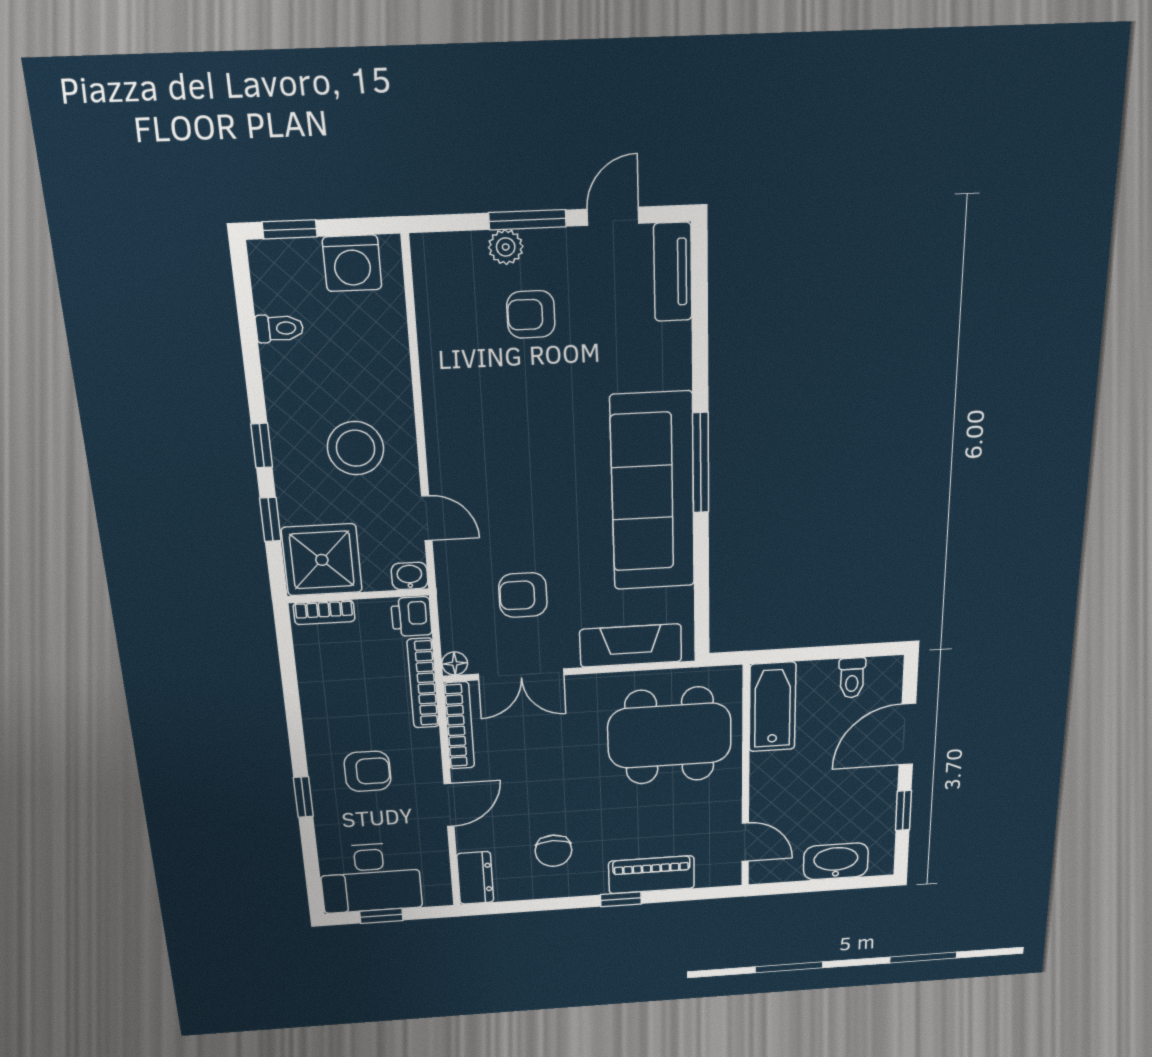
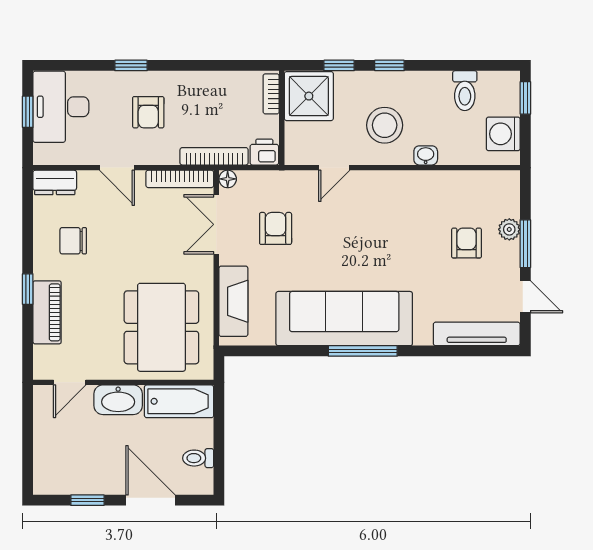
tv unit: (673, 272) -> (477, 334), width x1.41
toilet: (280, 328) -> (465, 91), width x1.37, depth x1.39
washbasin: (410, 576) -> (426, 155), moved, turned -90
washbasin: (836, 861) -> (118, 400), moved, turned 90

